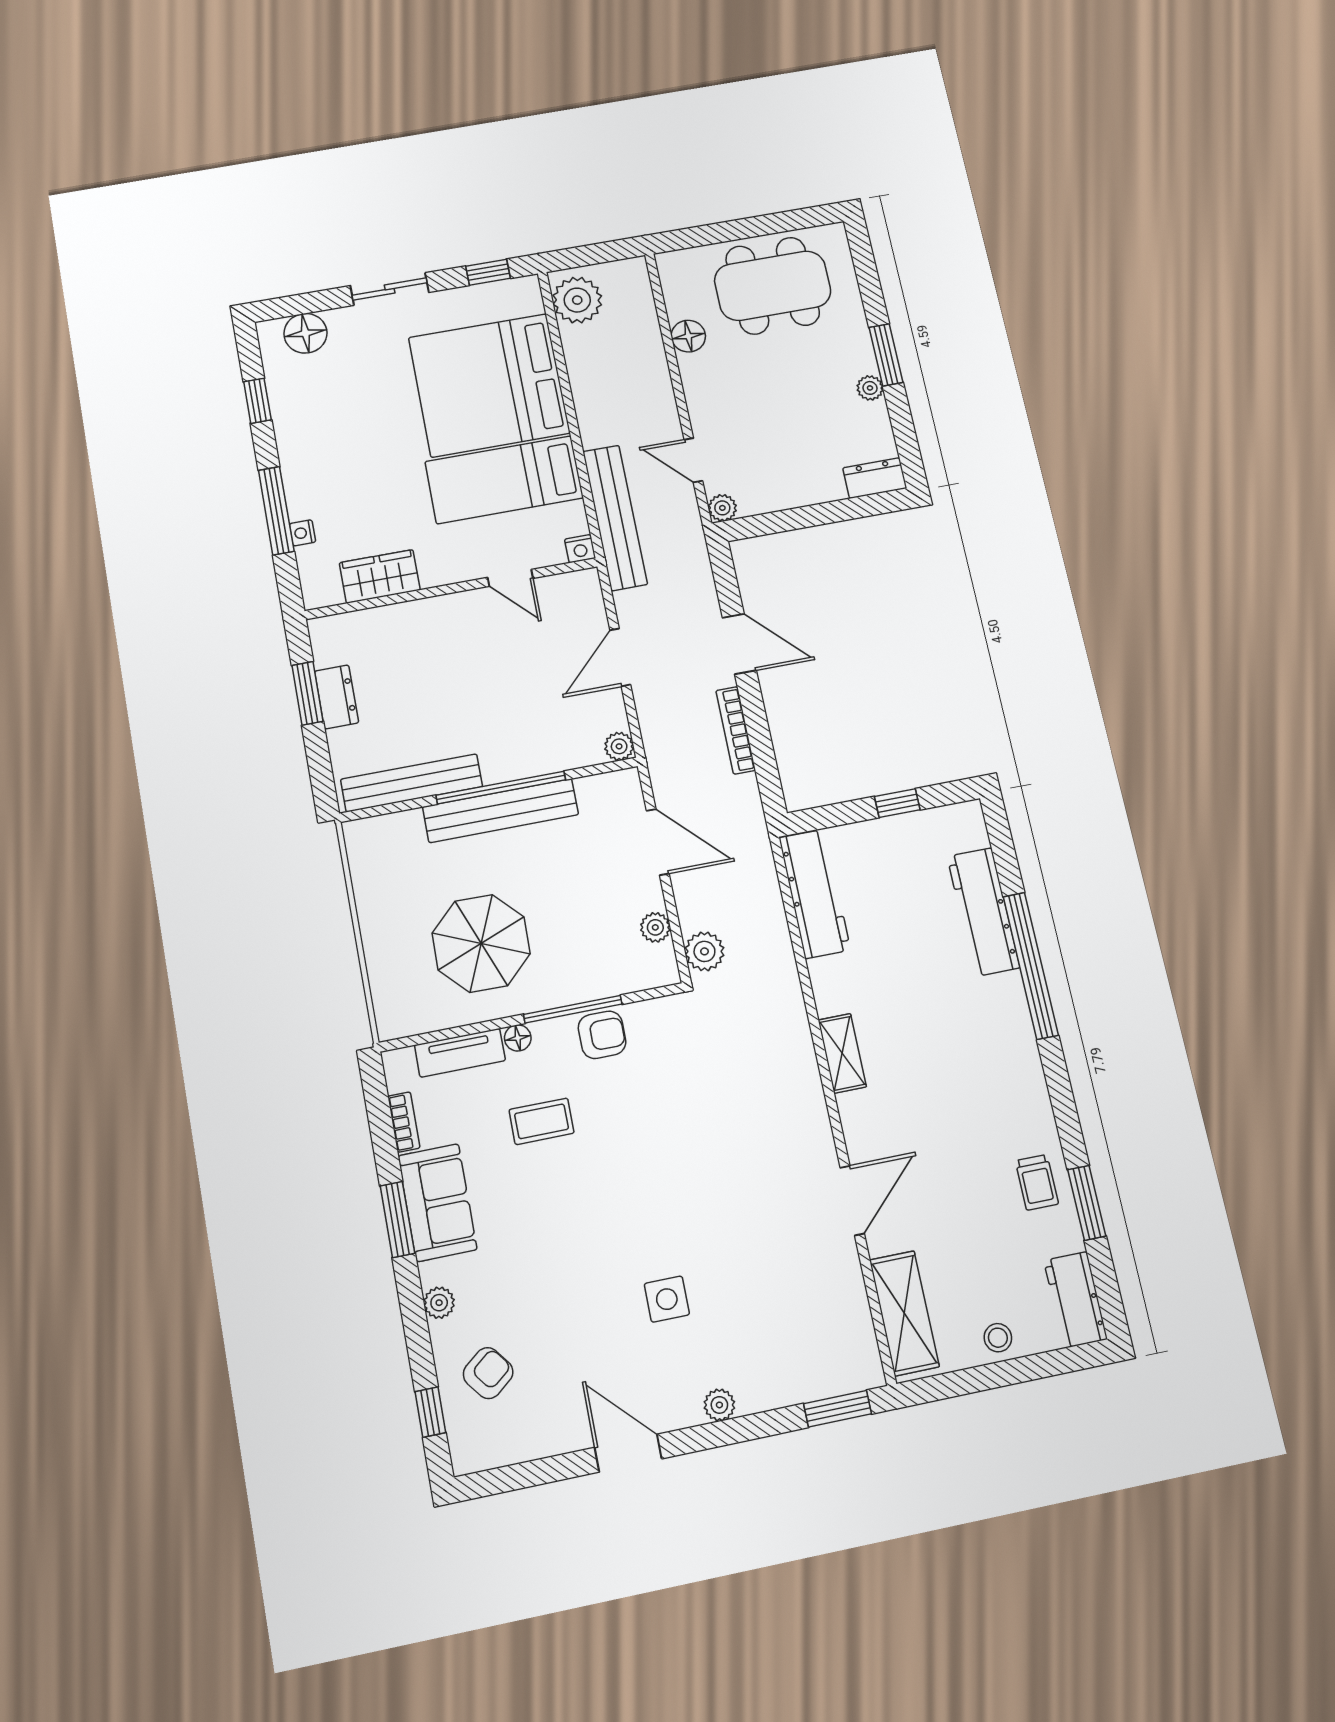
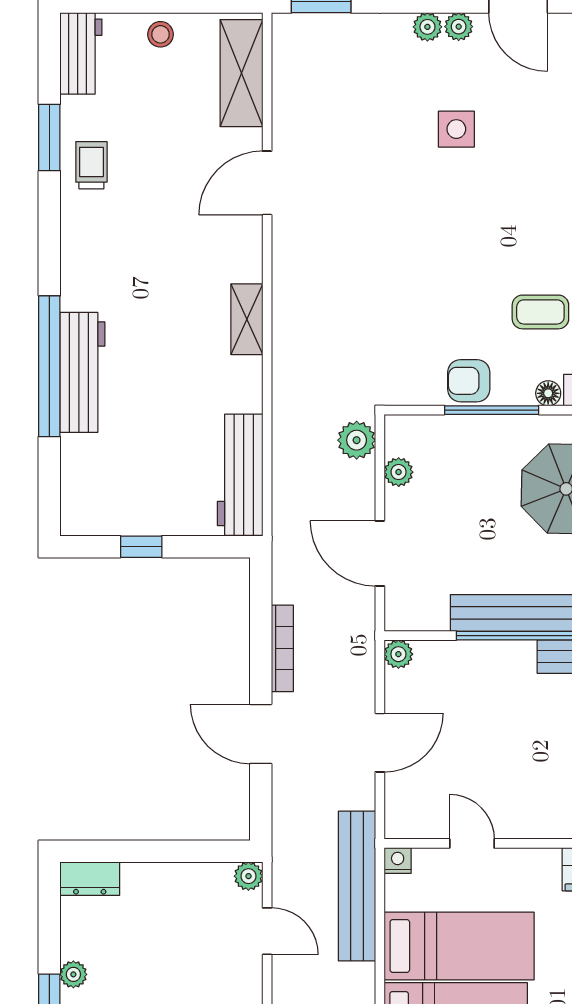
workbench: (983, 912) -> (82, 372), moved
plant: (686, 1412) -> (459, 27), added

